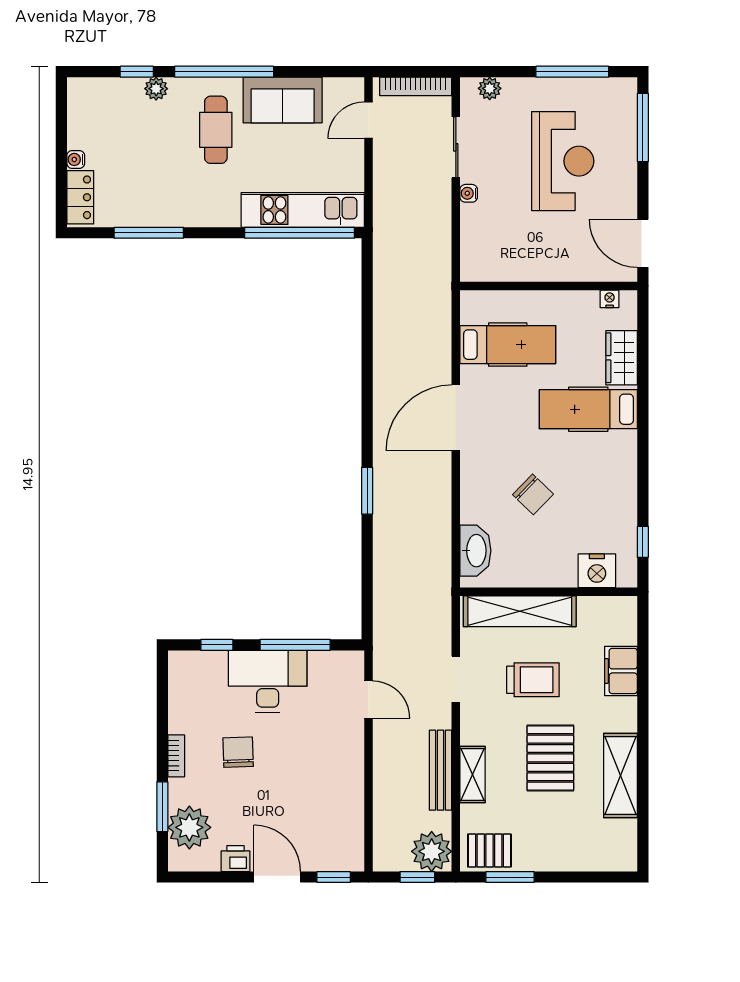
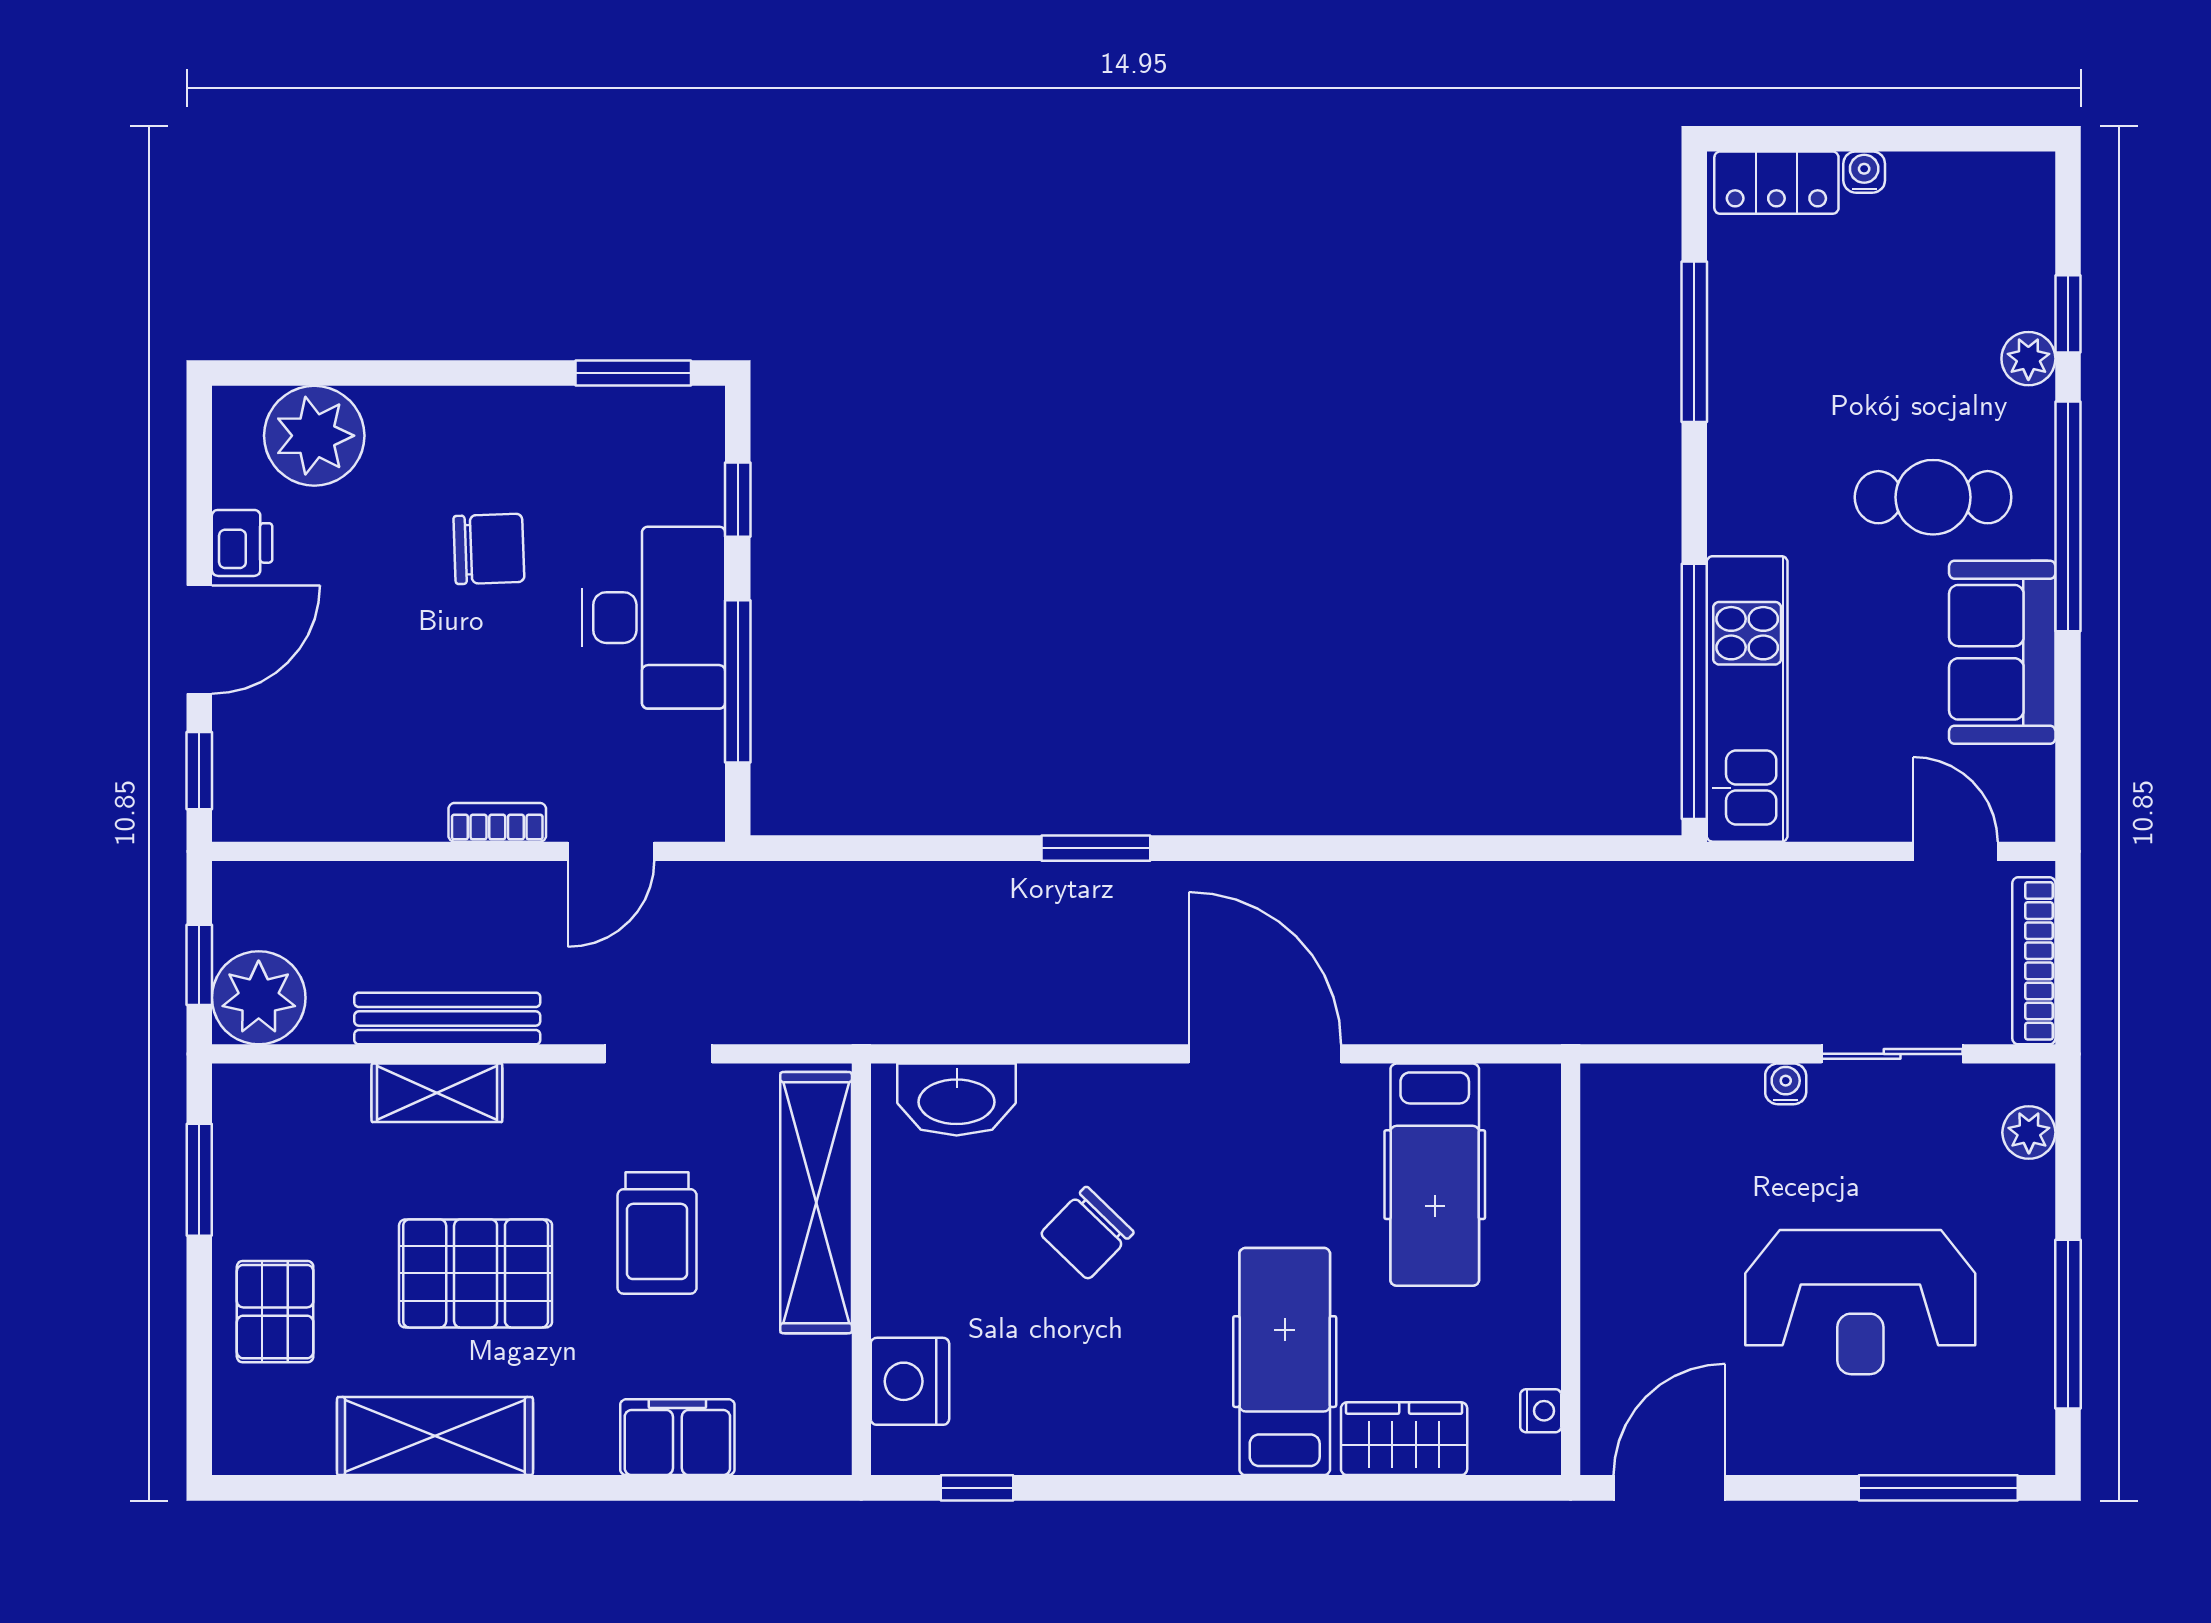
bookcase: (176, 756) -> (497, 822), moved, turned 180
window: (162, 807) -> (633, 373), moved
pallet: (489, 850) -> (275, 1312), moved

